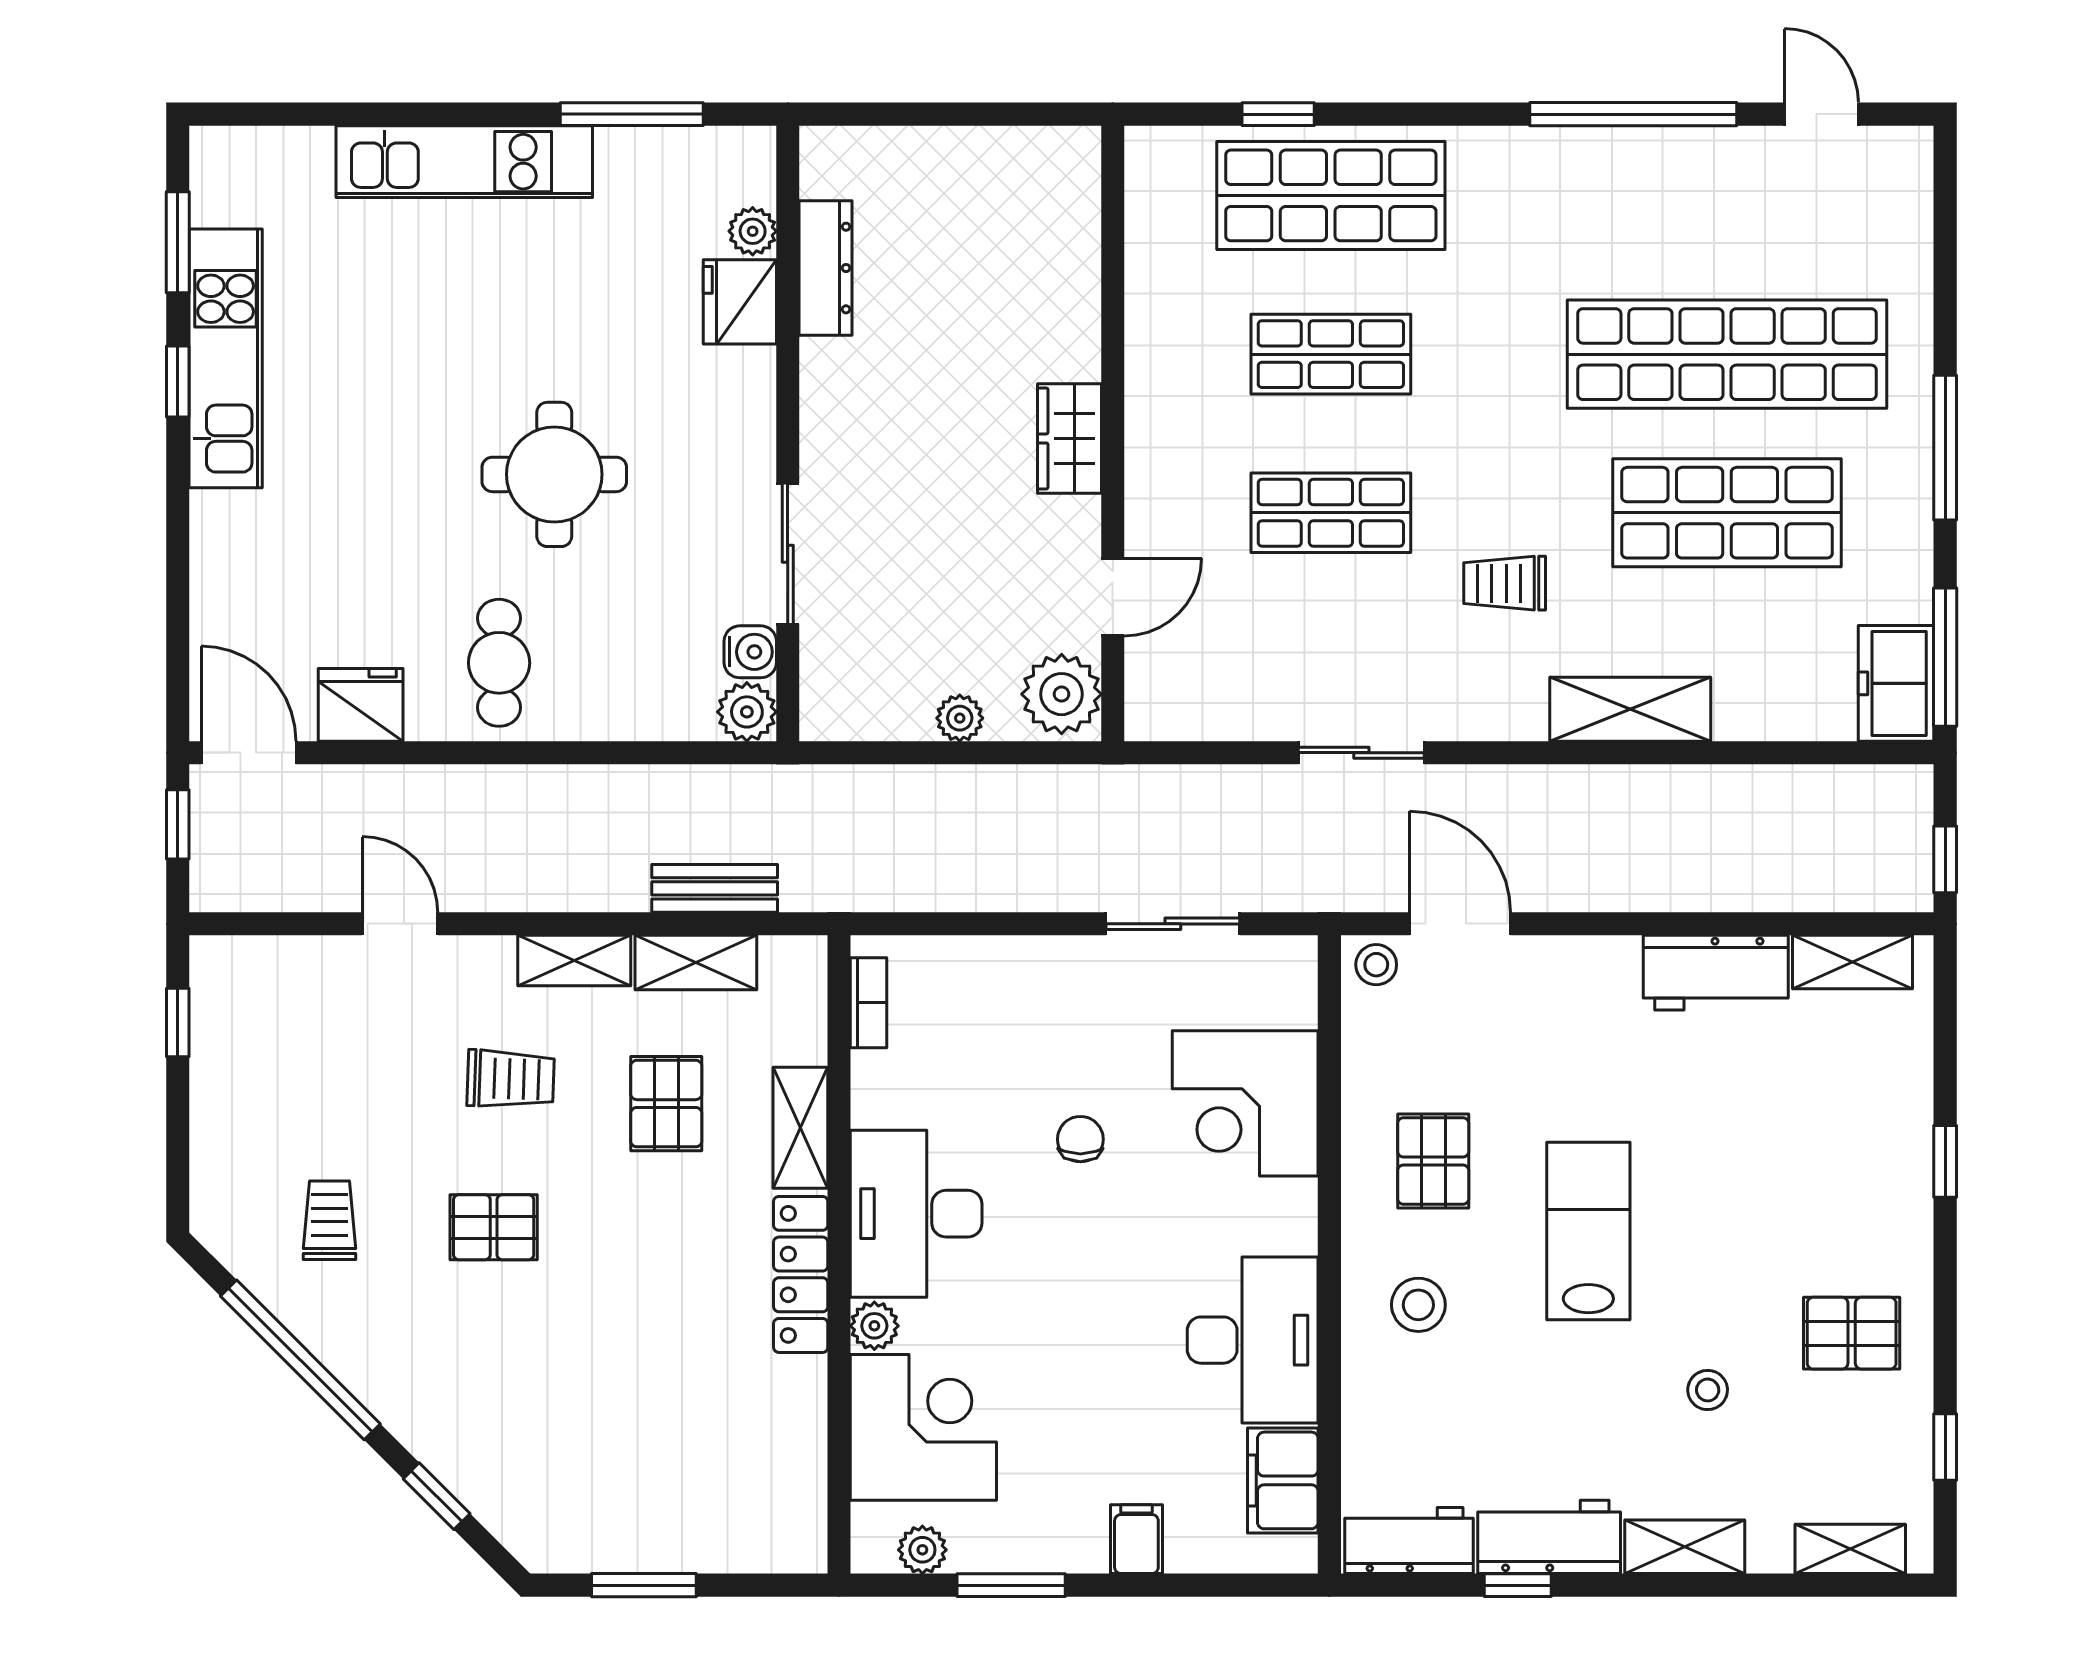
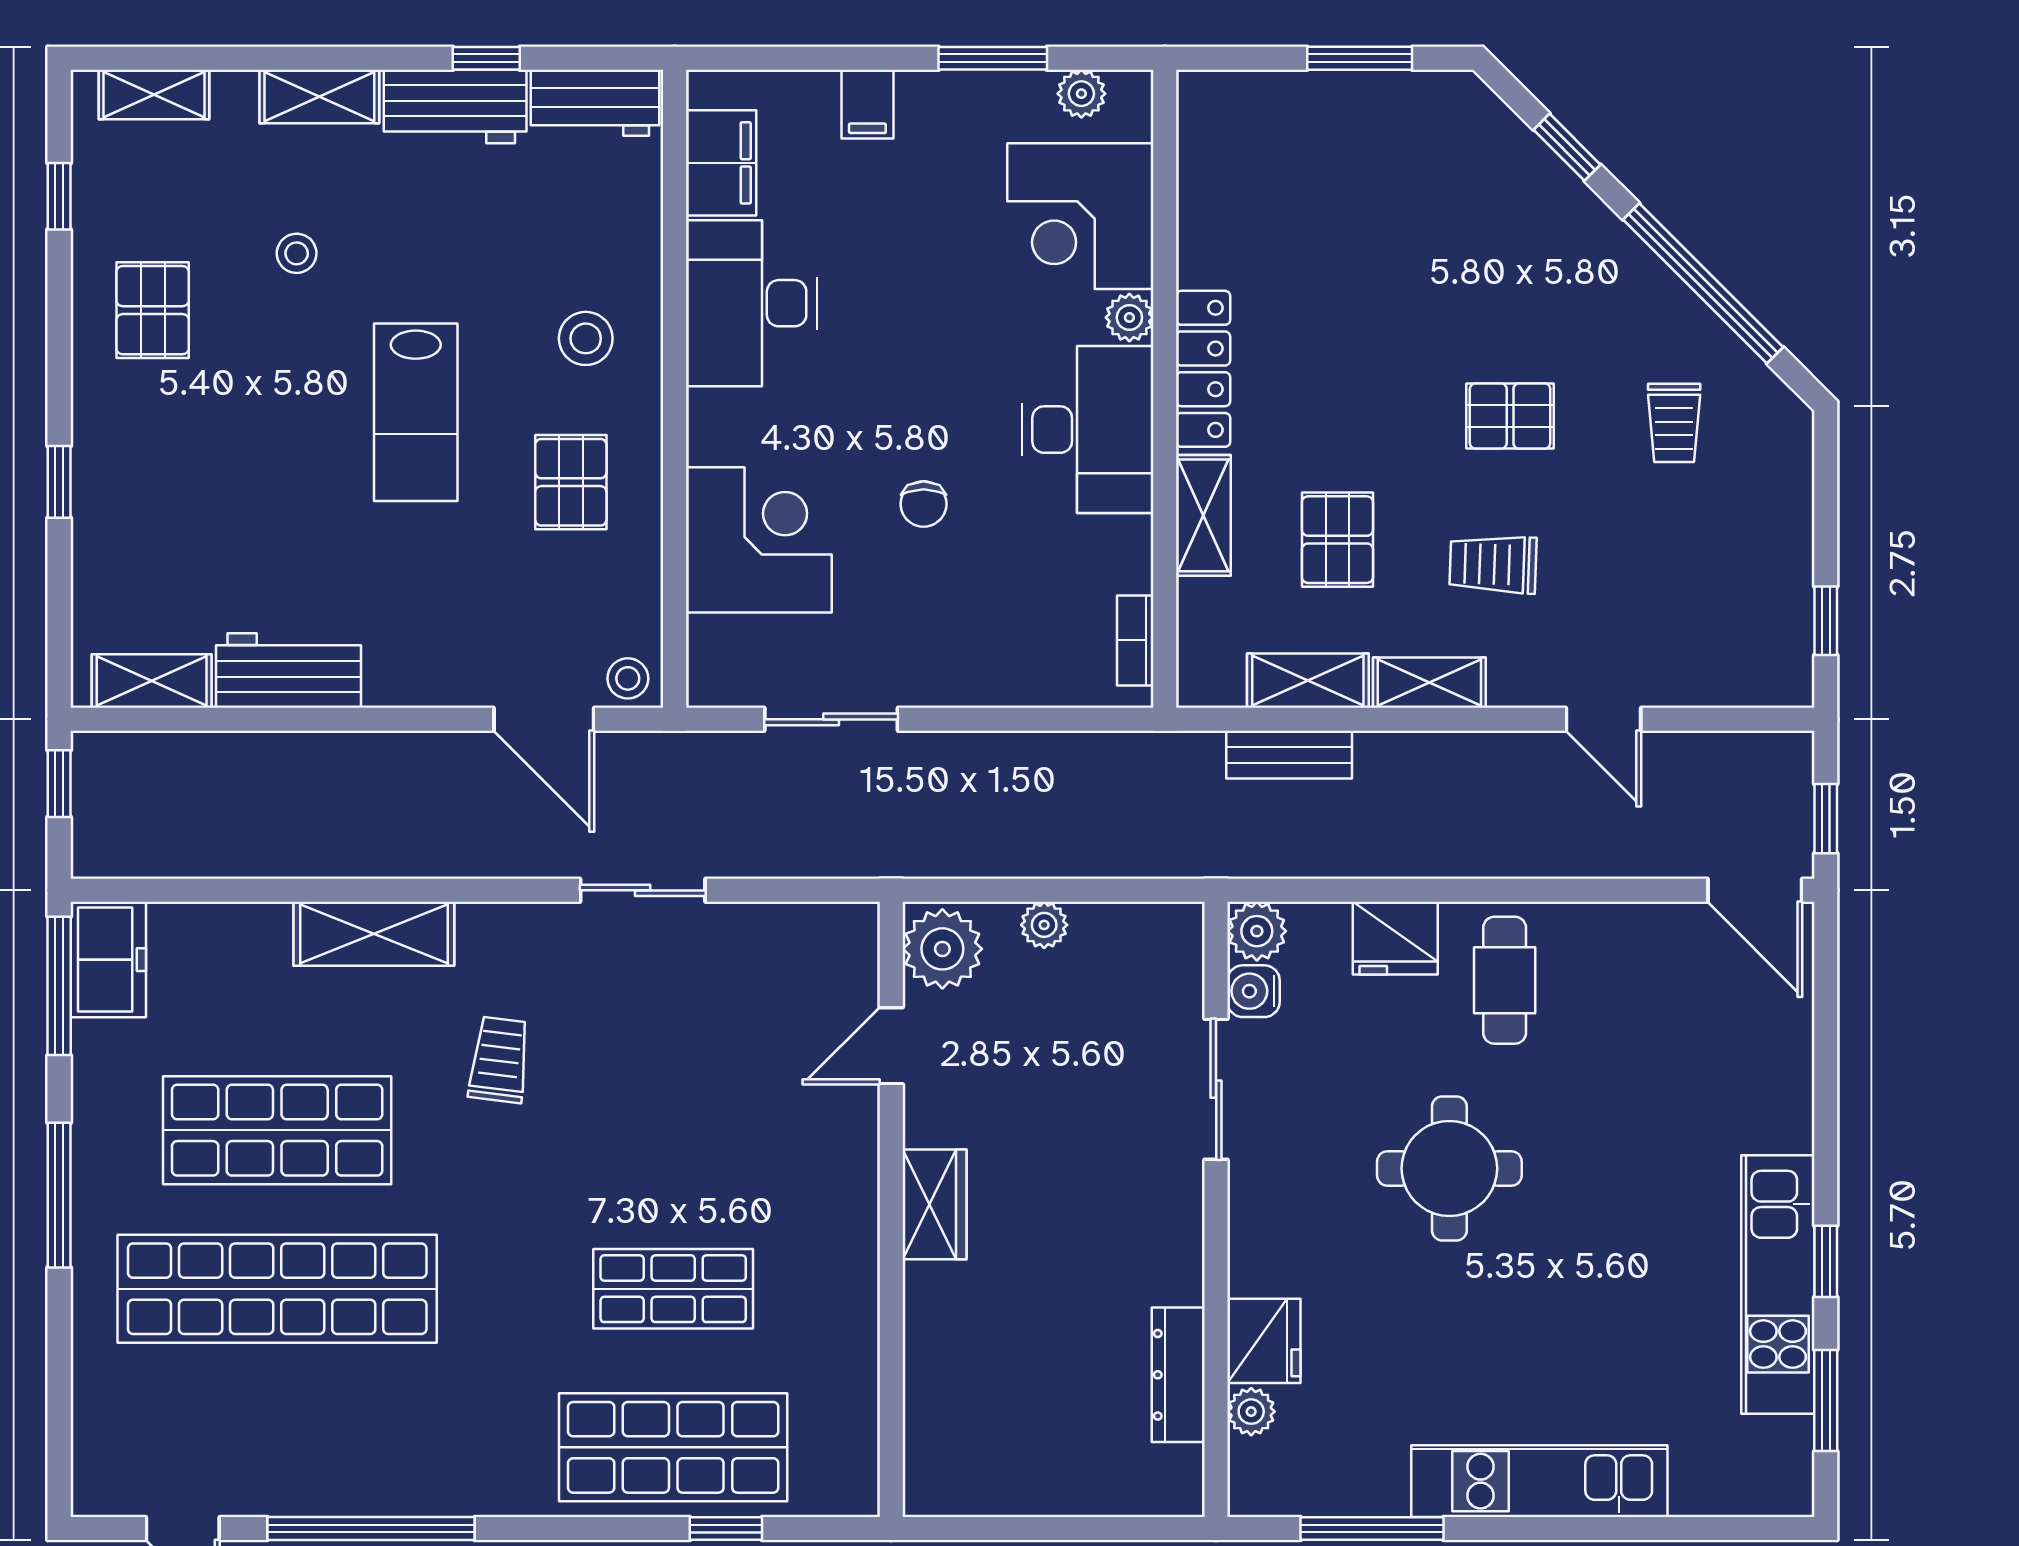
shop shelf: (1331, 513) -> (673, 1130), removed
trolley: (1505, 583) -> (499, 1060), turned -83
fridge: (361, 705) -> (1395, 938), moved
pallet: (1852, 1333) -> (153, 310), turned 90

